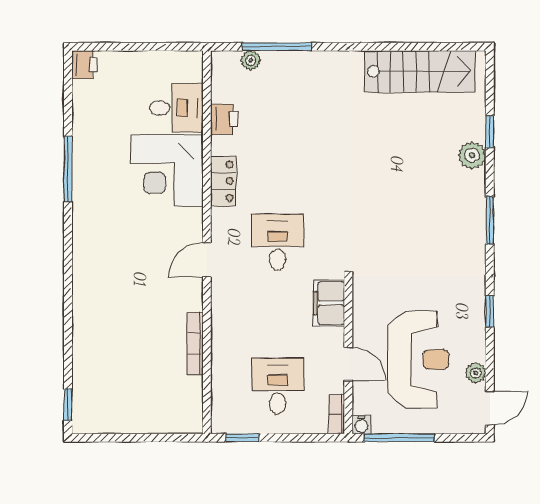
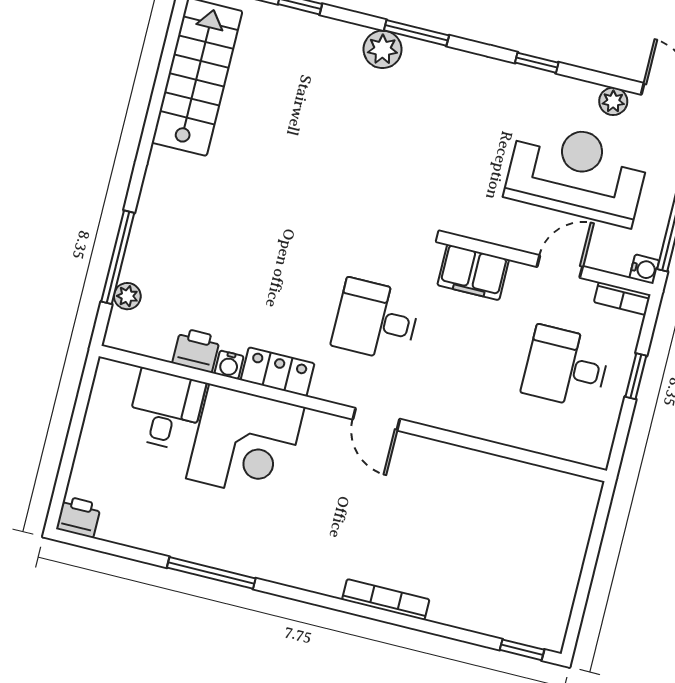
water cooler: (220, 145) -> (229, 365), added
plant: (472, 155) -> (383, 49), moved
bookcase: (195, 344) -> (386, 599), moved, turned 180
window: (242, 438) -> (636, 376), moved

